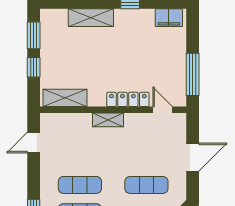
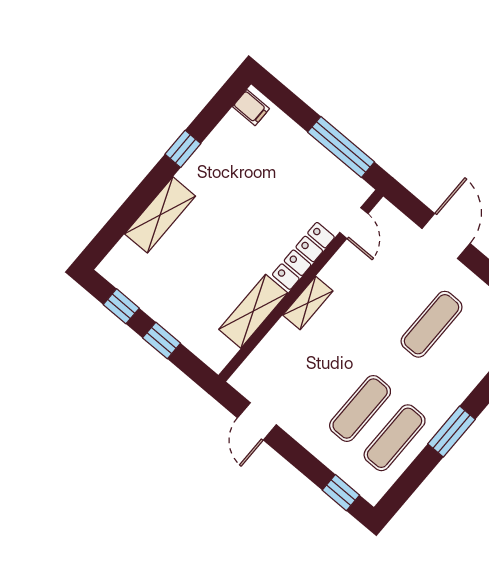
filing cabinet: (169, 18) -> (251, 108), width x0.50
window: (34, 35) -> (121, 306), width x0.67
shelving: (65, 98) -> (253, 311), moved
door: (163, 110) -> (354, 223), swing flipped

